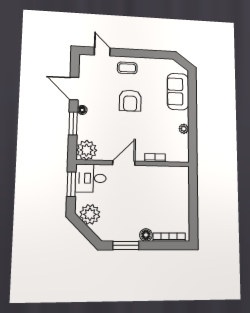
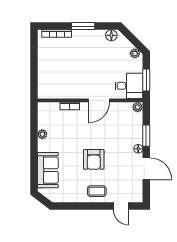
armchair: (130, 101) -> (94, 159), turned 180
plant: (87, 150) -> (138, 107), width x0.53, depth x0.53
plant: (90, 214) -> (135, 53), width x0.53, depth x0.53
floor lamp: (146, 235) -> (111, 35), moved
window: (126, 245) -> (83, 26), moved

